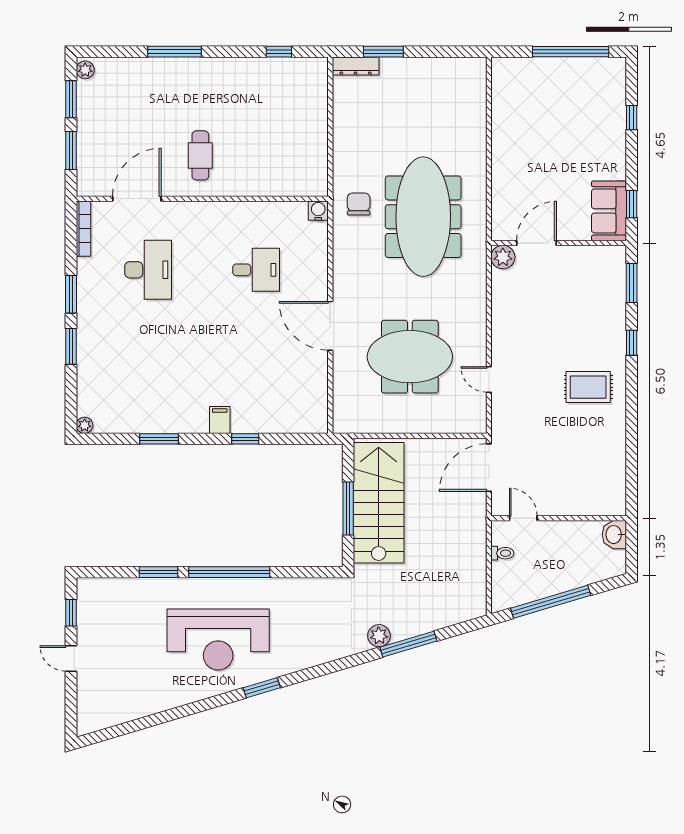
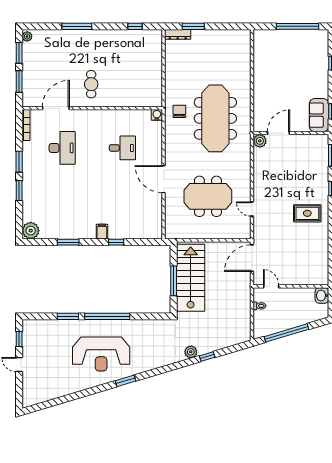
plant: (85, 425) -> (31, 231), width x1.87, depth x1.87
window: (408, 644) -> (207, 357), width x0.46

